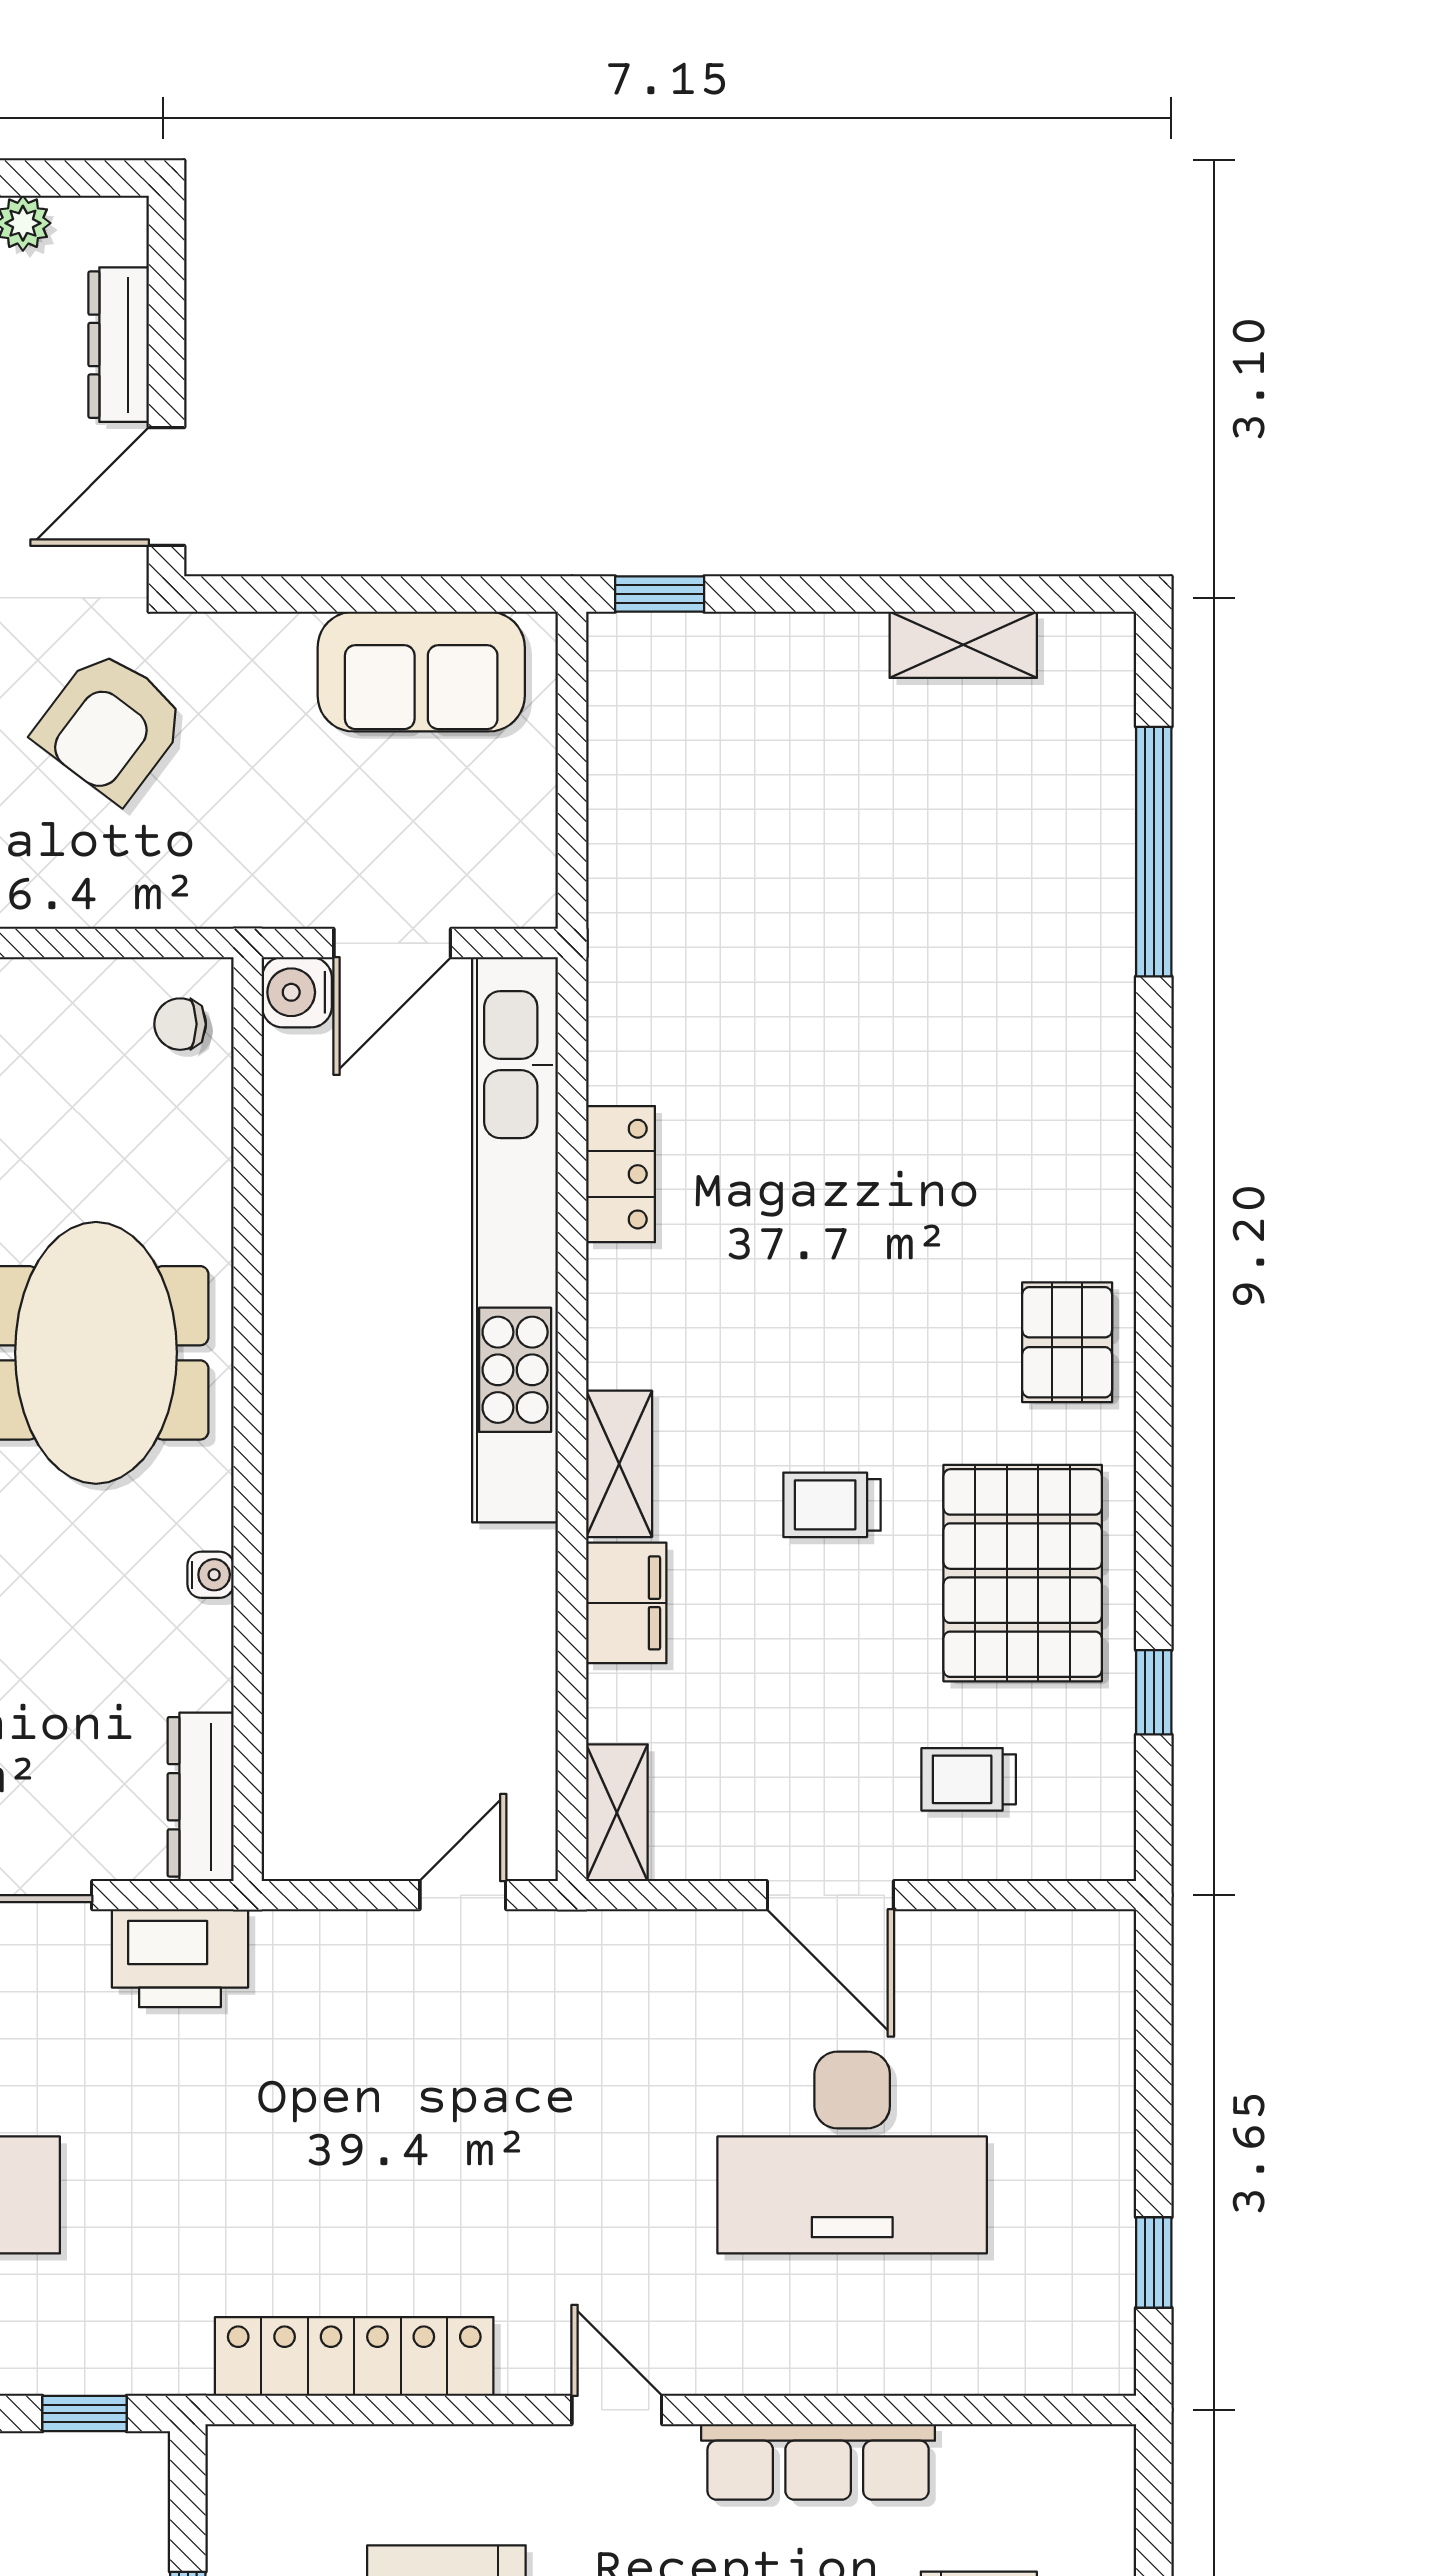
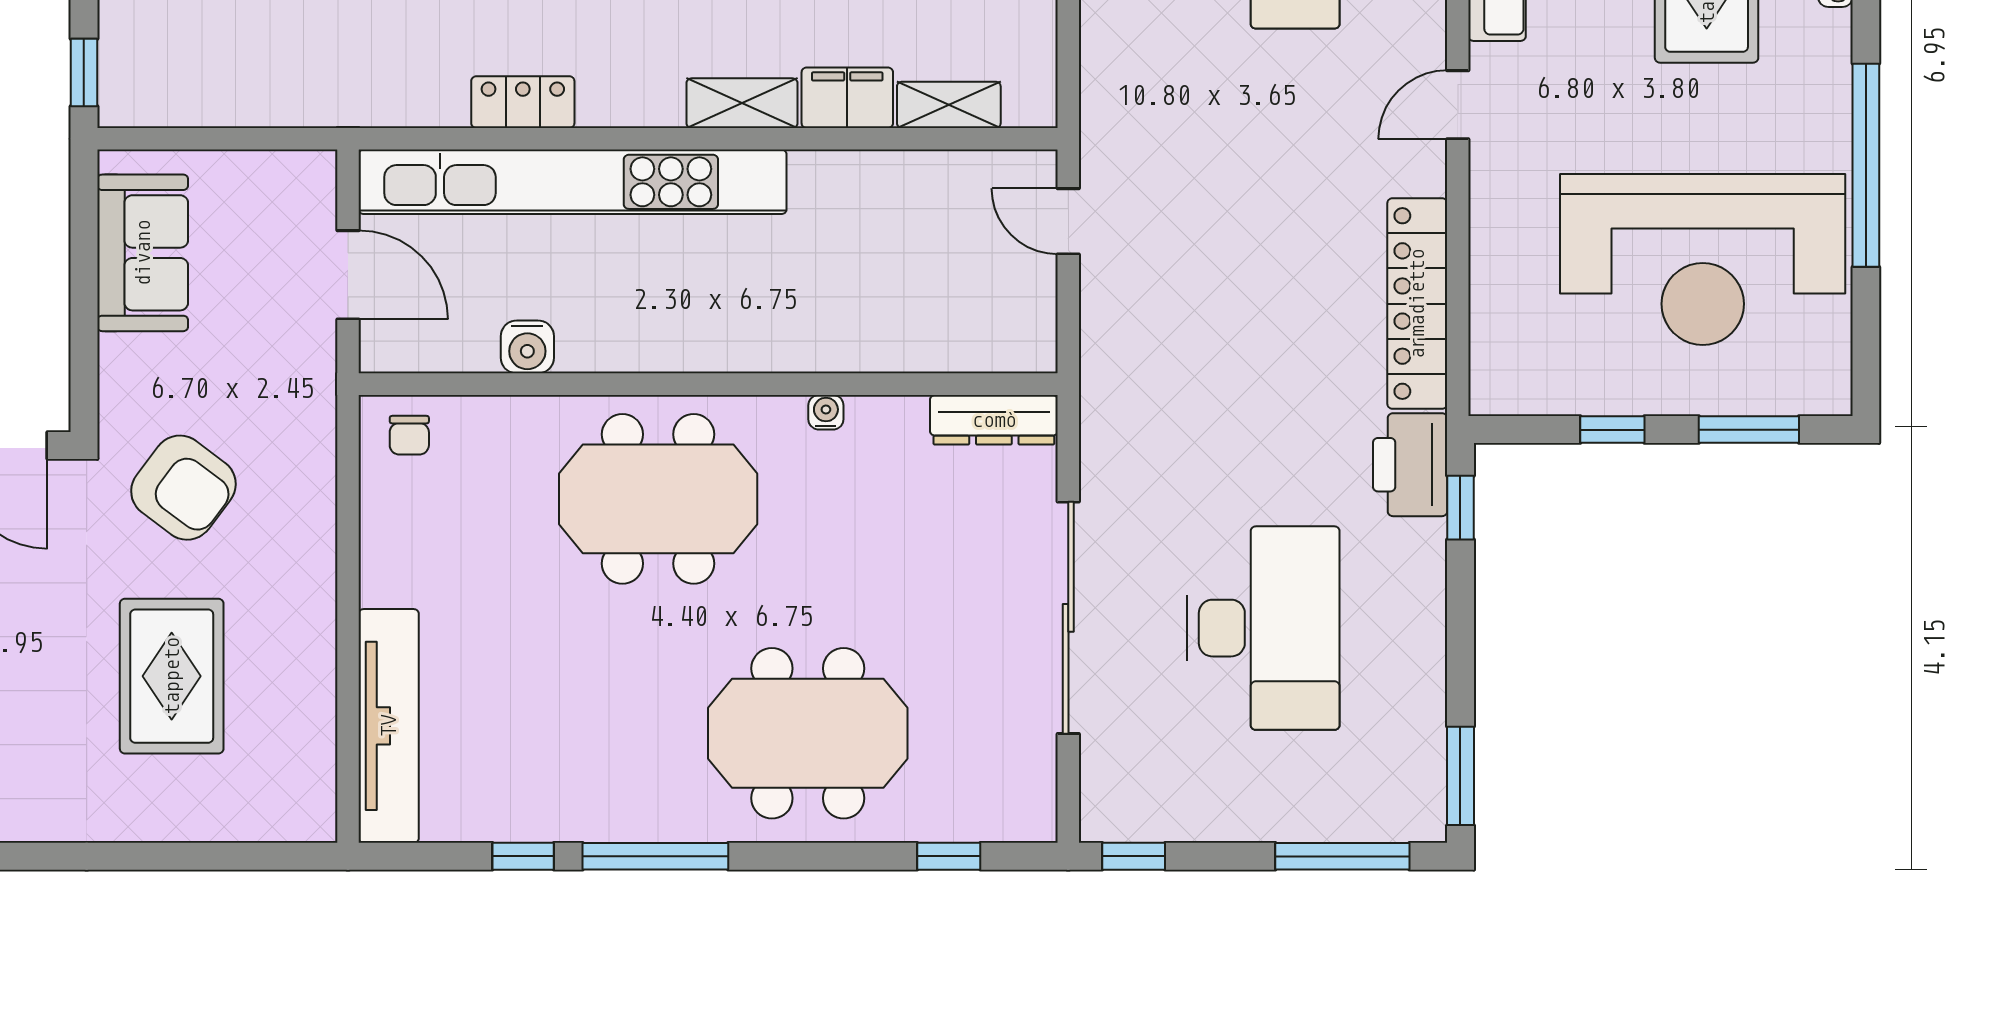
water cooler: (297, 992) -> (527, 347), moved
shelving: (617, 1813) -> (949, 105), moved
printer: (180, 1958) -> (1410, 465), moved, turned 180

